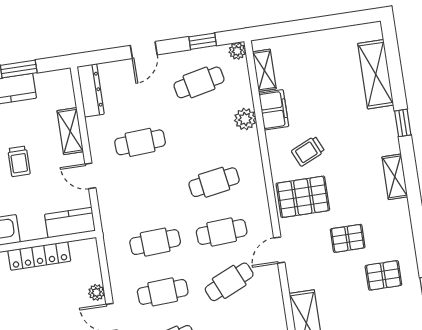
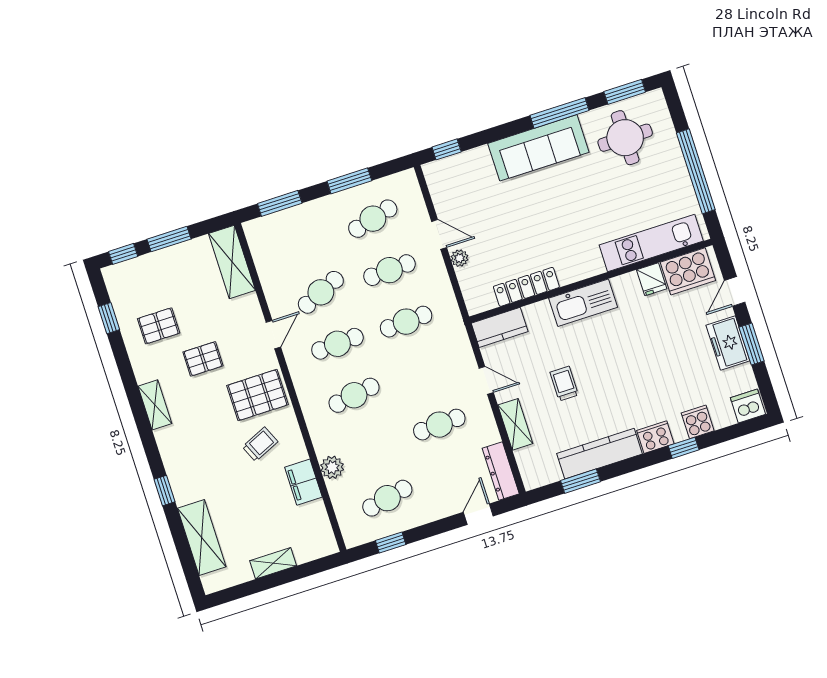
door: (144, 50) -> (478, 514), moved
plant: (237, 51) -> (352, 538), removed
shelving: (264, 70) -> (273, 563), moved, turned 90
shelving: (395, 177) -> (155, 405), moved

